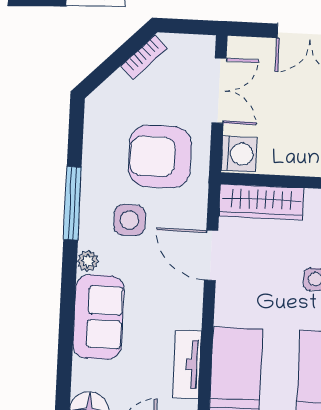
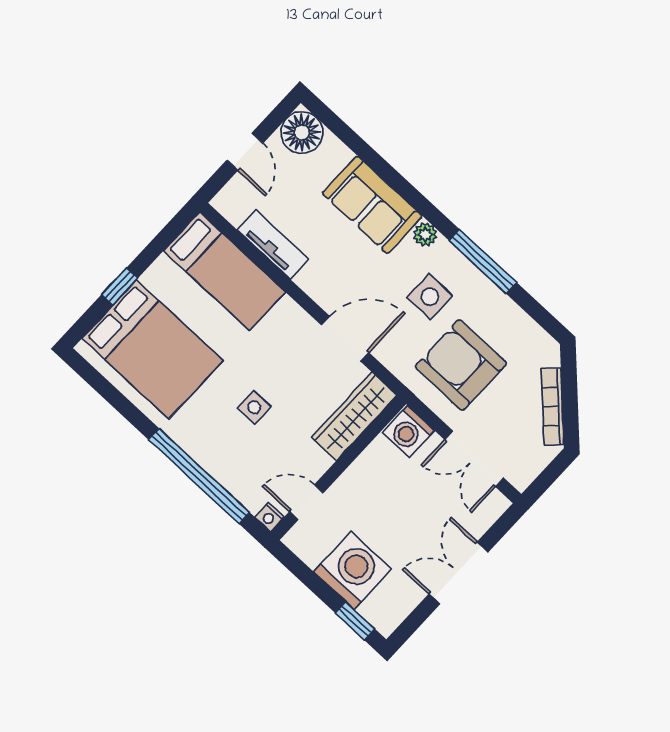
bookcase: (144, 57) -> (553, 407), width x1.56
armchair: (160, 157) -> (461, 365), turned -90

